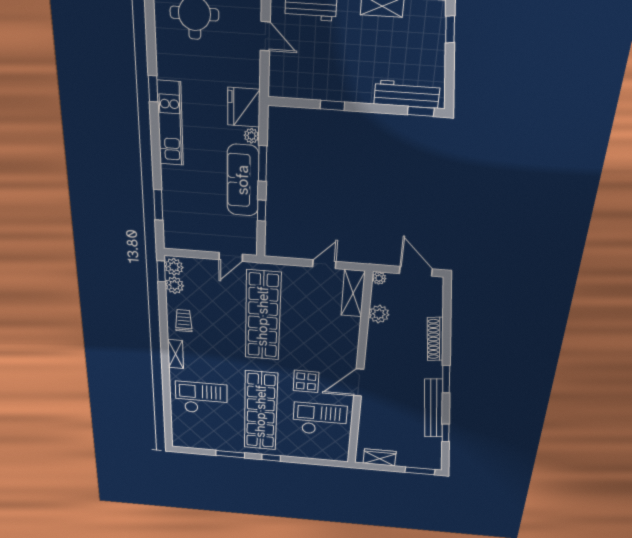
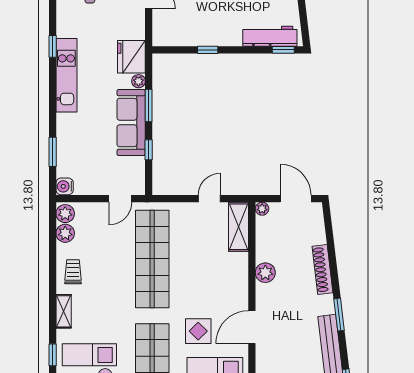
water cooler: (172, 240) -> (65, 186), added
window: (161, 271) -> (53, 355), moved
plant: (379, 314) -> (265, 273), moved

